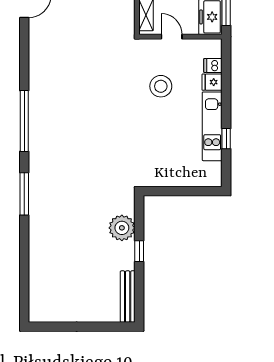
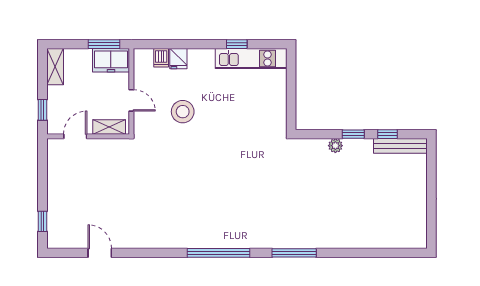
door: (172, 37) -> (131, 100), swing flipped
kitchen unit: (212, 126) -> (251, 58), moved
plant: (122, 228) -> (335, 146), width x0.53, depth x0.53
window: (139, 284) -> (388, 134), added

